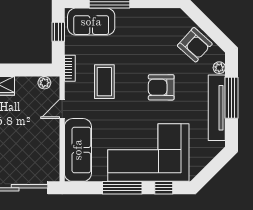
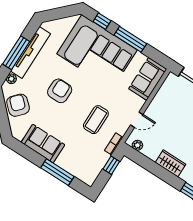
sofa: (91, 22) -> (43, 144), moved
window: (58, 32) -> (111, 165), moved
armchair: (161, 87) -> (60, 91), turned -90
sofa: (78, 150) -> (148, 79), width x0.73

